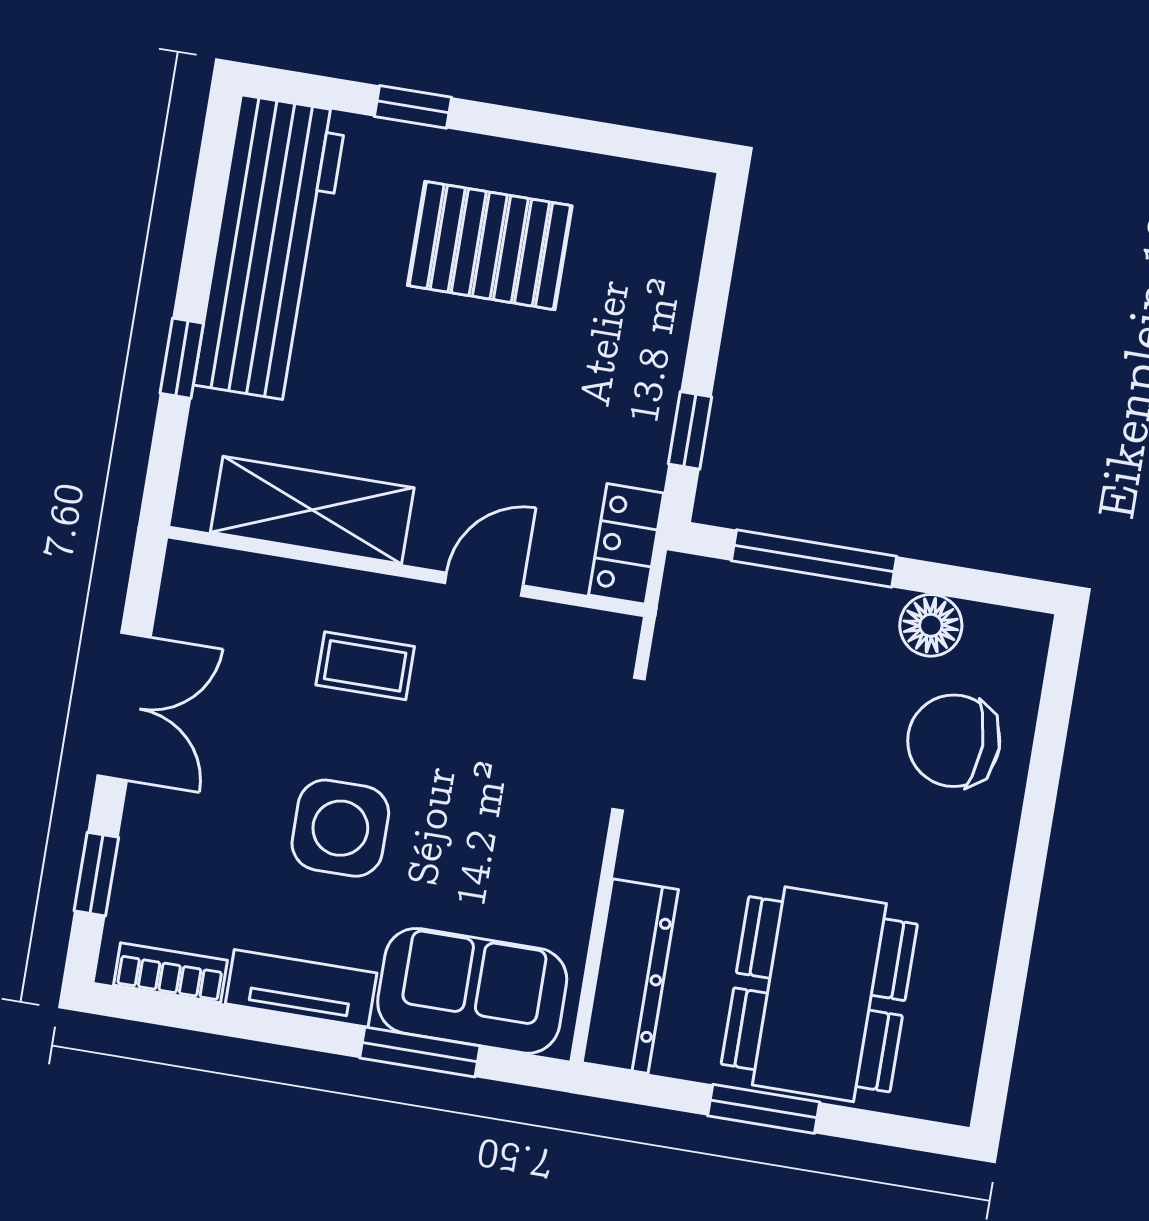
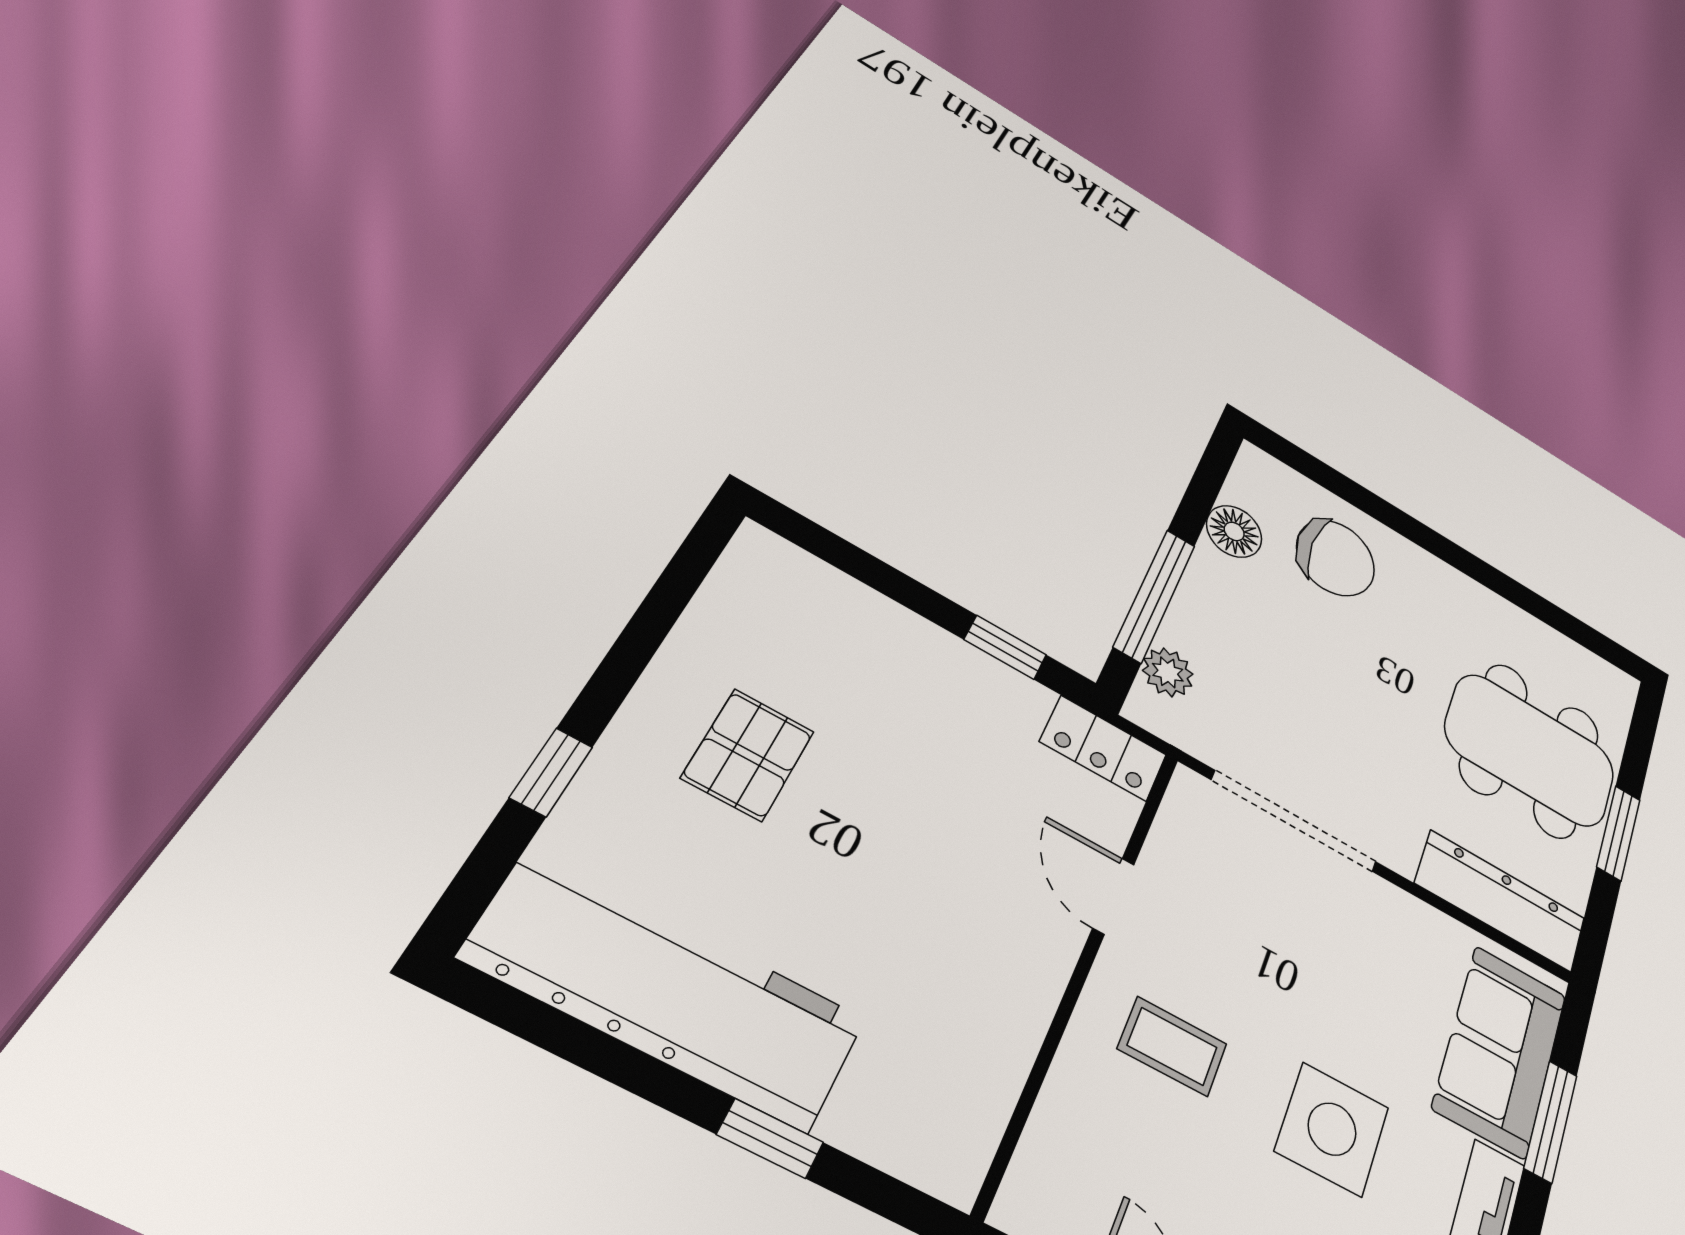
pallet: (490, 246) -> (748, 755), width x0.67, depth x0.71
shelving: (312, 510) -> (992, 1046), removed
plant: (734, 589) -> (1168, 672), added
coffee table: (365, 666) -> (1172, 1046), turned 90
chair: (954, 741) -> (1336, 558), turned -90
doorway: (628, 744) -> (1294, 821), width x1.36

